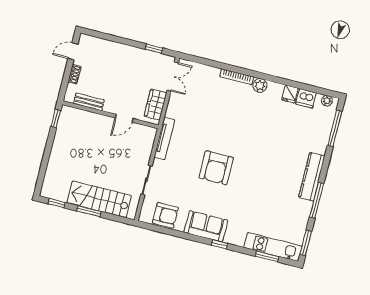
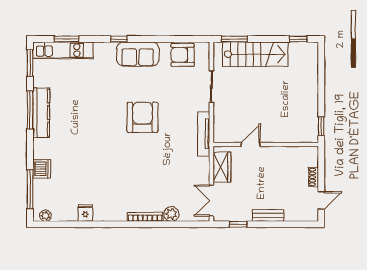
plant: (260, 85) -> (171, 214), moved
dishwasher: (306, 98) -> (42, 169), moved, turned 90
bench: (89, 102) -> (268, 216), moved
kitchen counter: (312, 177) -> (41, 113), moved
window: (89, 211) -> (234, 39), moved

